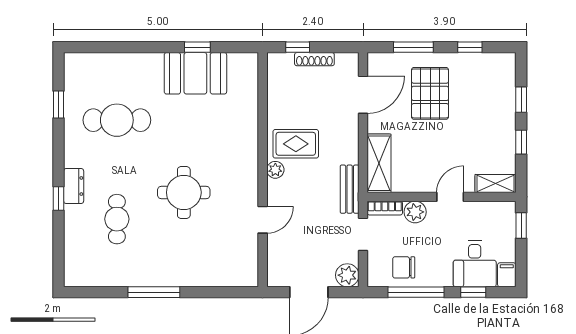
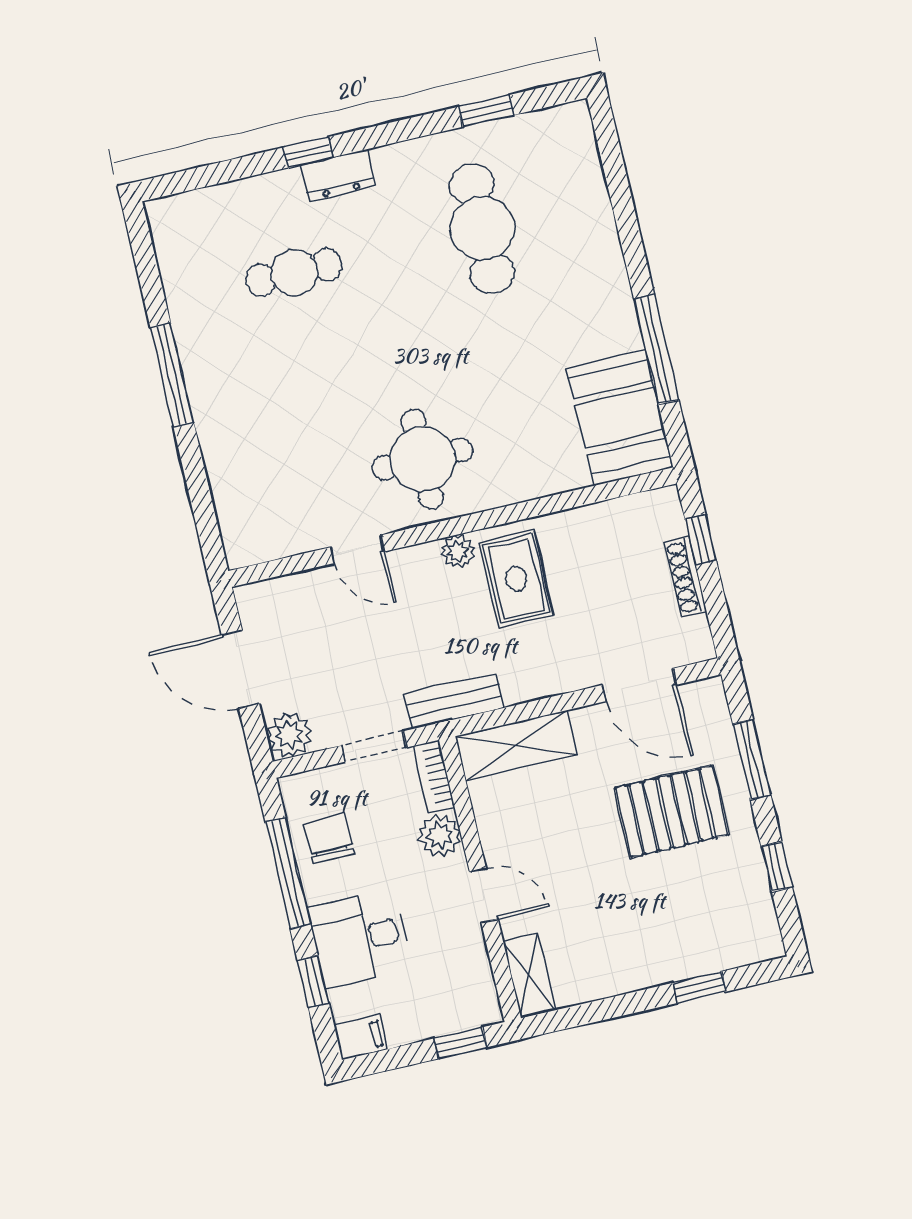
window: (197, 47) -> (656, 349), width x2.17
booth: (195, 73) -> (620, 418), moved
window: (521, 142) -> (619, 1006), removed
round table: (184, 192) -> (422, 459), moved
desk: (475, 264) -> (360, 938), moved

